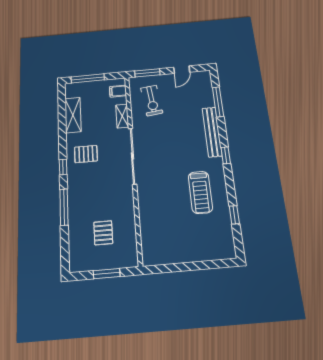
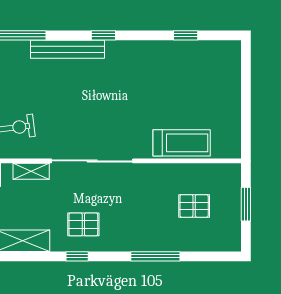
pallet: (86, 154) -> (83, 224), turned 90
window: (63, 167) -> (77, 256), moved
treadmill: (200, 192) -> (182, 143), moved

